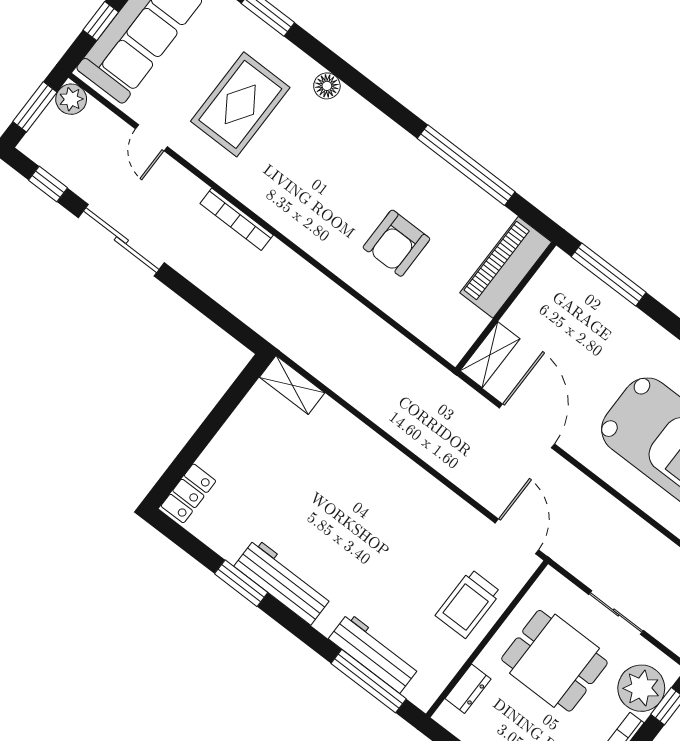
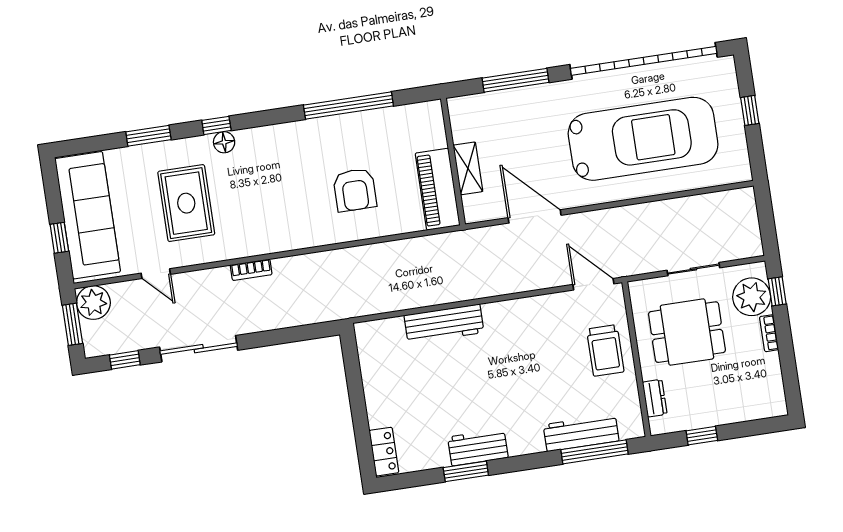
window: (335, 65) -> (216, 125), added
plant: (71, 99) -> (93, 303), width x1.36, depth x1.36
bookcase: (237, 219) -> (251, 270), width x0.64
piano: (506, 267) -> (438, 189), moved
window: (609, 275) -> (516, 80), moved
shelving: (490, 355) -> (468, 168), moved
shelving: (292, 385) -> (379, 330), removed
workbench: (354, 437) -> (444, 324), added
workbench: (283, 581) -> (478, 447), width x0.73

